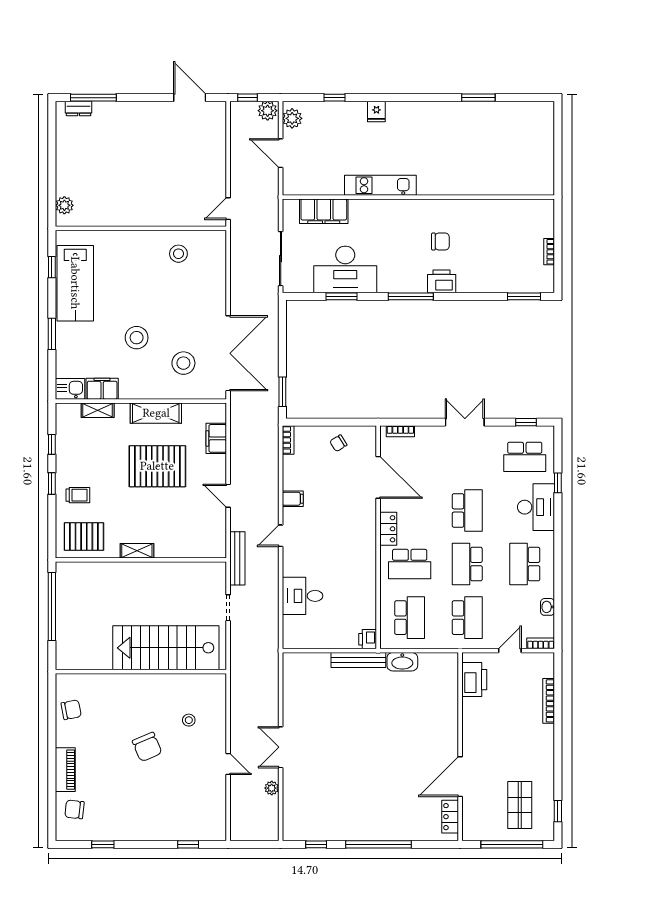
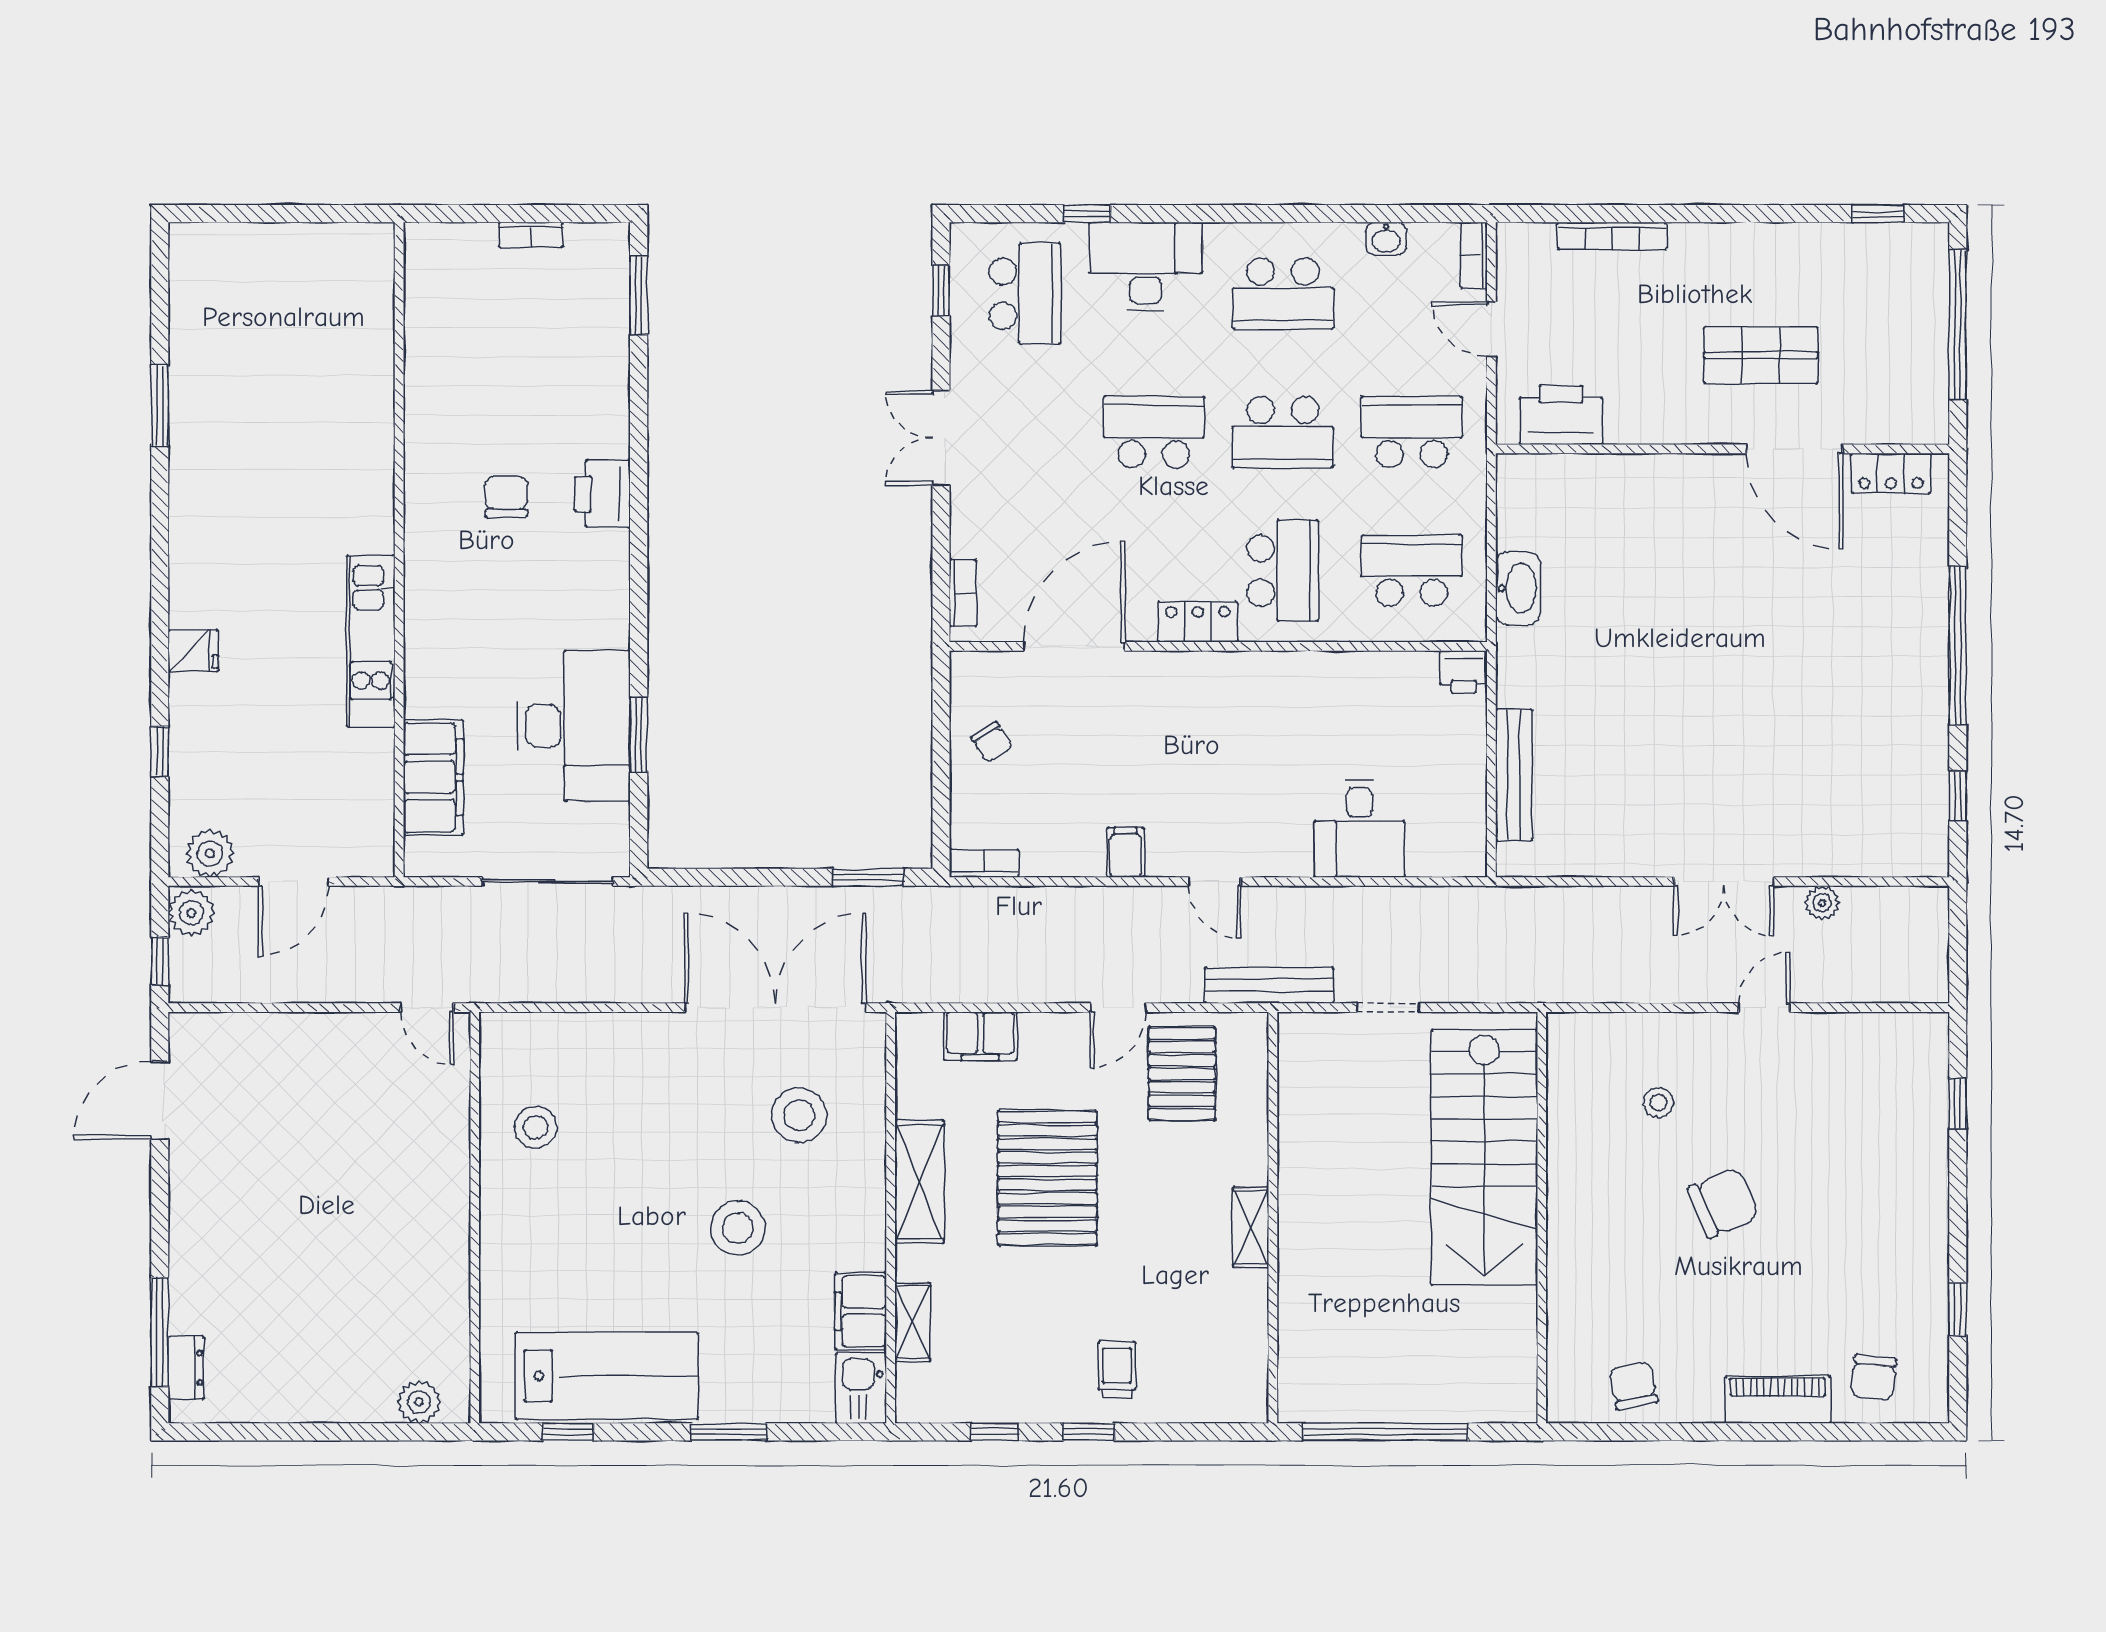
window: (411, 296) -> (639, 568), removed
pallet: (84, 537) -> (1182, 1074), moved
bench: (358, 660) -> (1514, 775), moved
shop shelf: (520, 805) -> (1761, 355), moved

